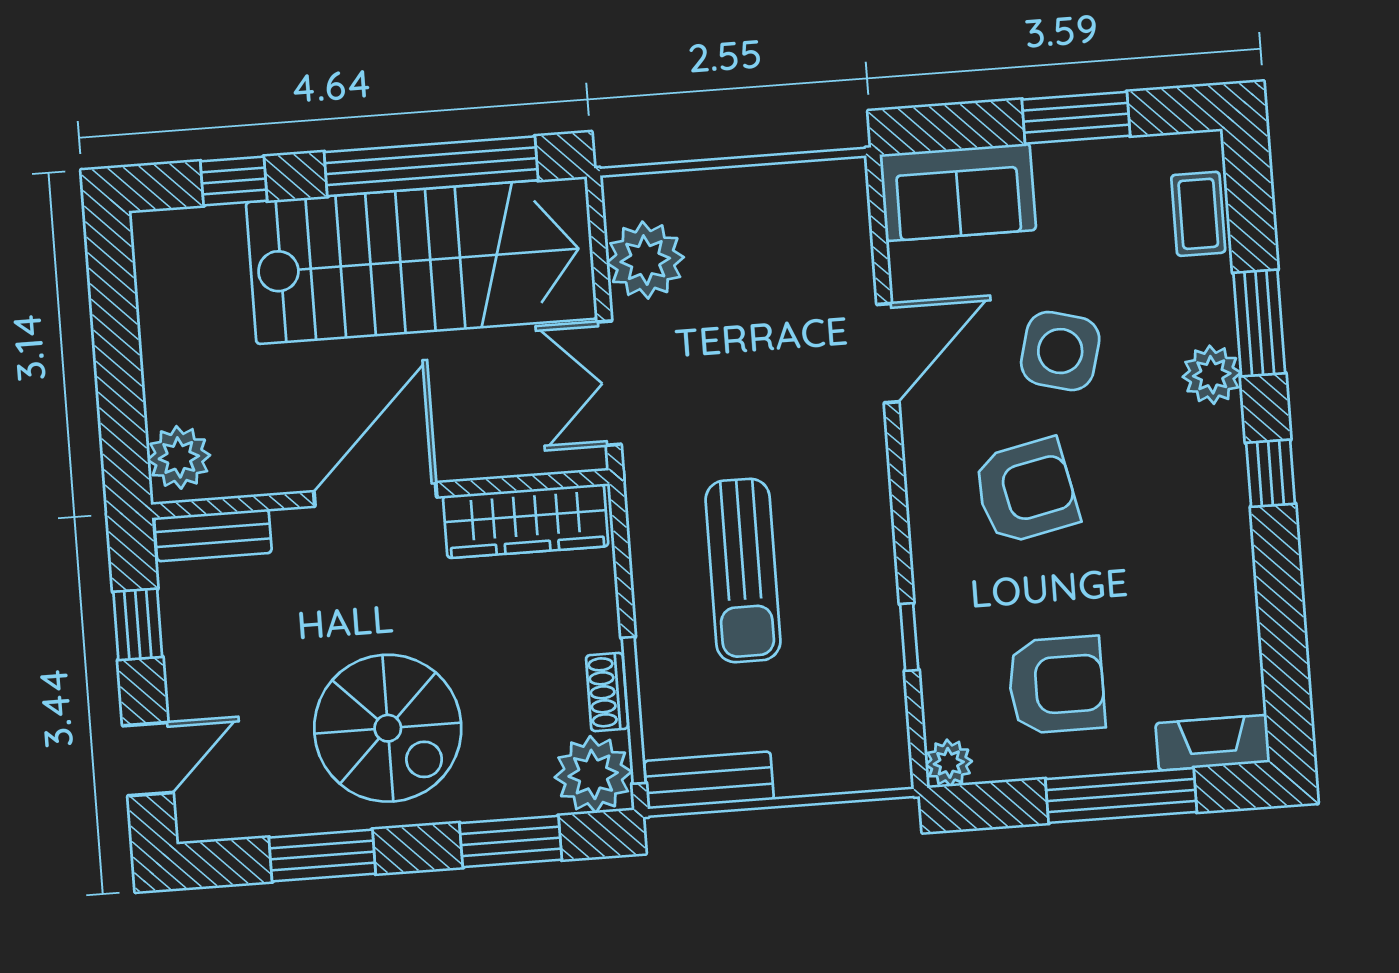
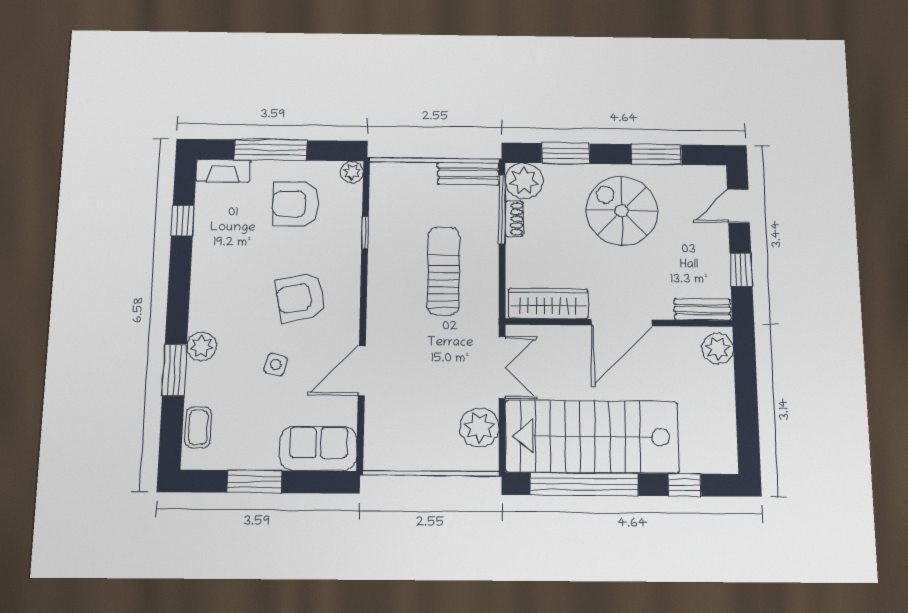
side table: (1060, 351) -> (276, 364), width x0.54, depth x0.54
window: (1271, 473) -> (183, 221), moved

